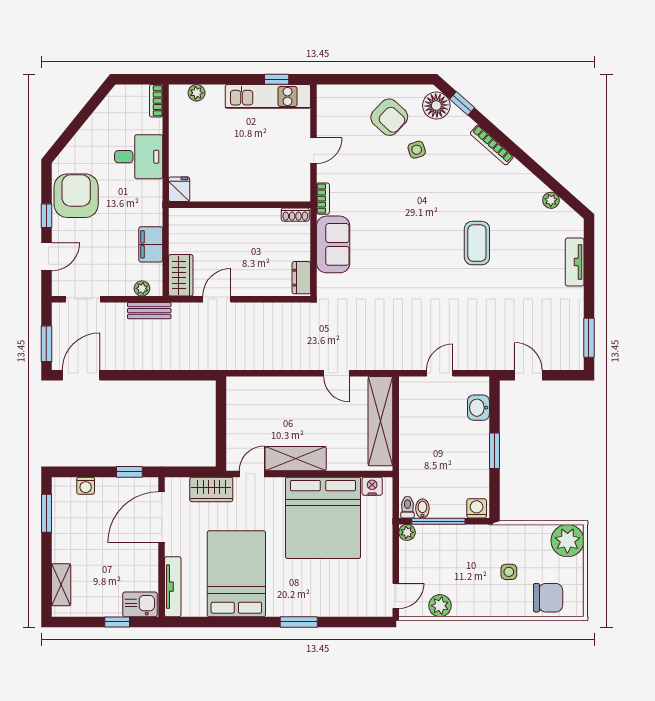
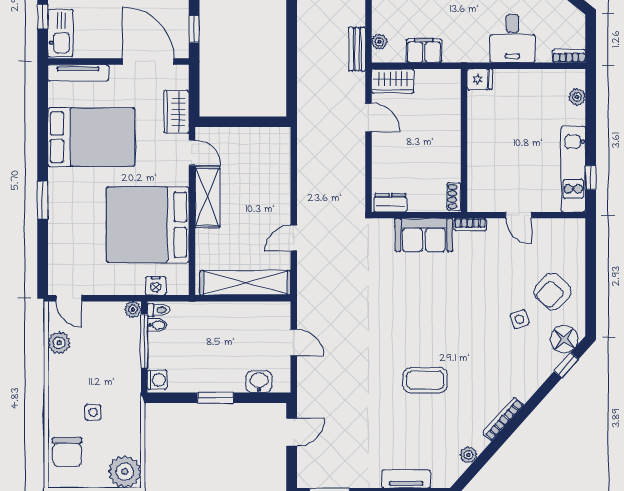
bookcase: (492, 145) -> (503, 419), moved
nightstand: (372, 486) -> (156, 286), moved, turned 90
kitchen sink: (140, 604) -> (60, 33), width x1.38

